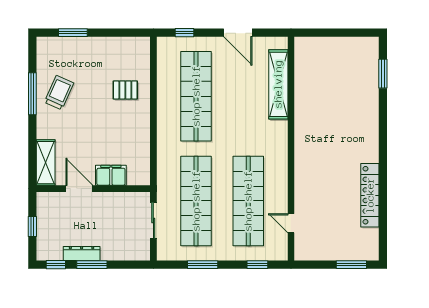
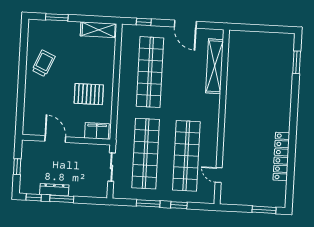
pallet: (125, 90) -> (89, 94), moved, width x1.50, depth x1.42
window: (32, 94) -> (23, 63), removed
shelving: (46, 163) -> (99, 30), moved, turned 90
filing cabinet: (111, 175) -> (97, 131), moved
window: (257, 265) -> (179, 205), moved

